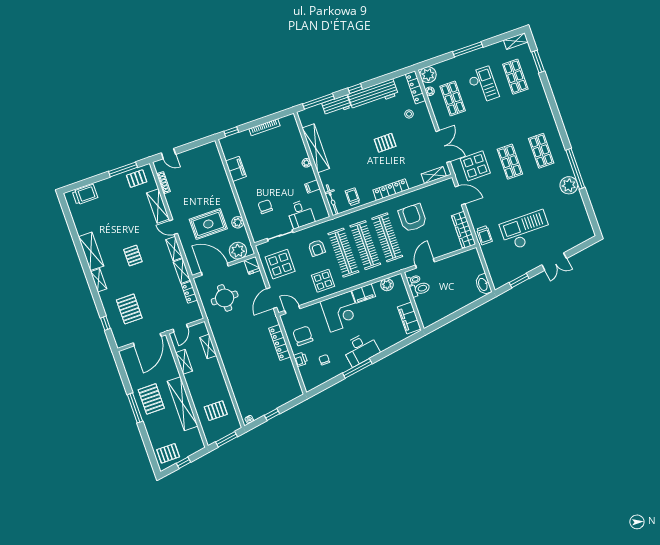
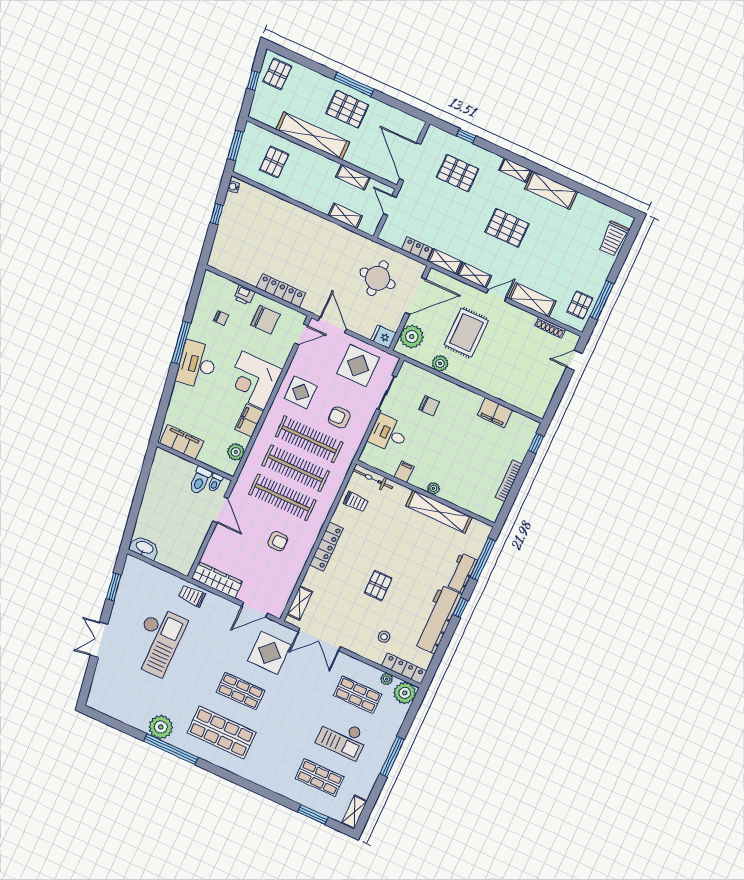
shop shelf: (541, 151) -> (221, 733), width x1.43, depth x1.36
armchair: (413, 218) -> (278, 541), width x0.53, depth x0.53
pallet: (133, 256) -> (507, 228), width x1.50, depth x1.42

